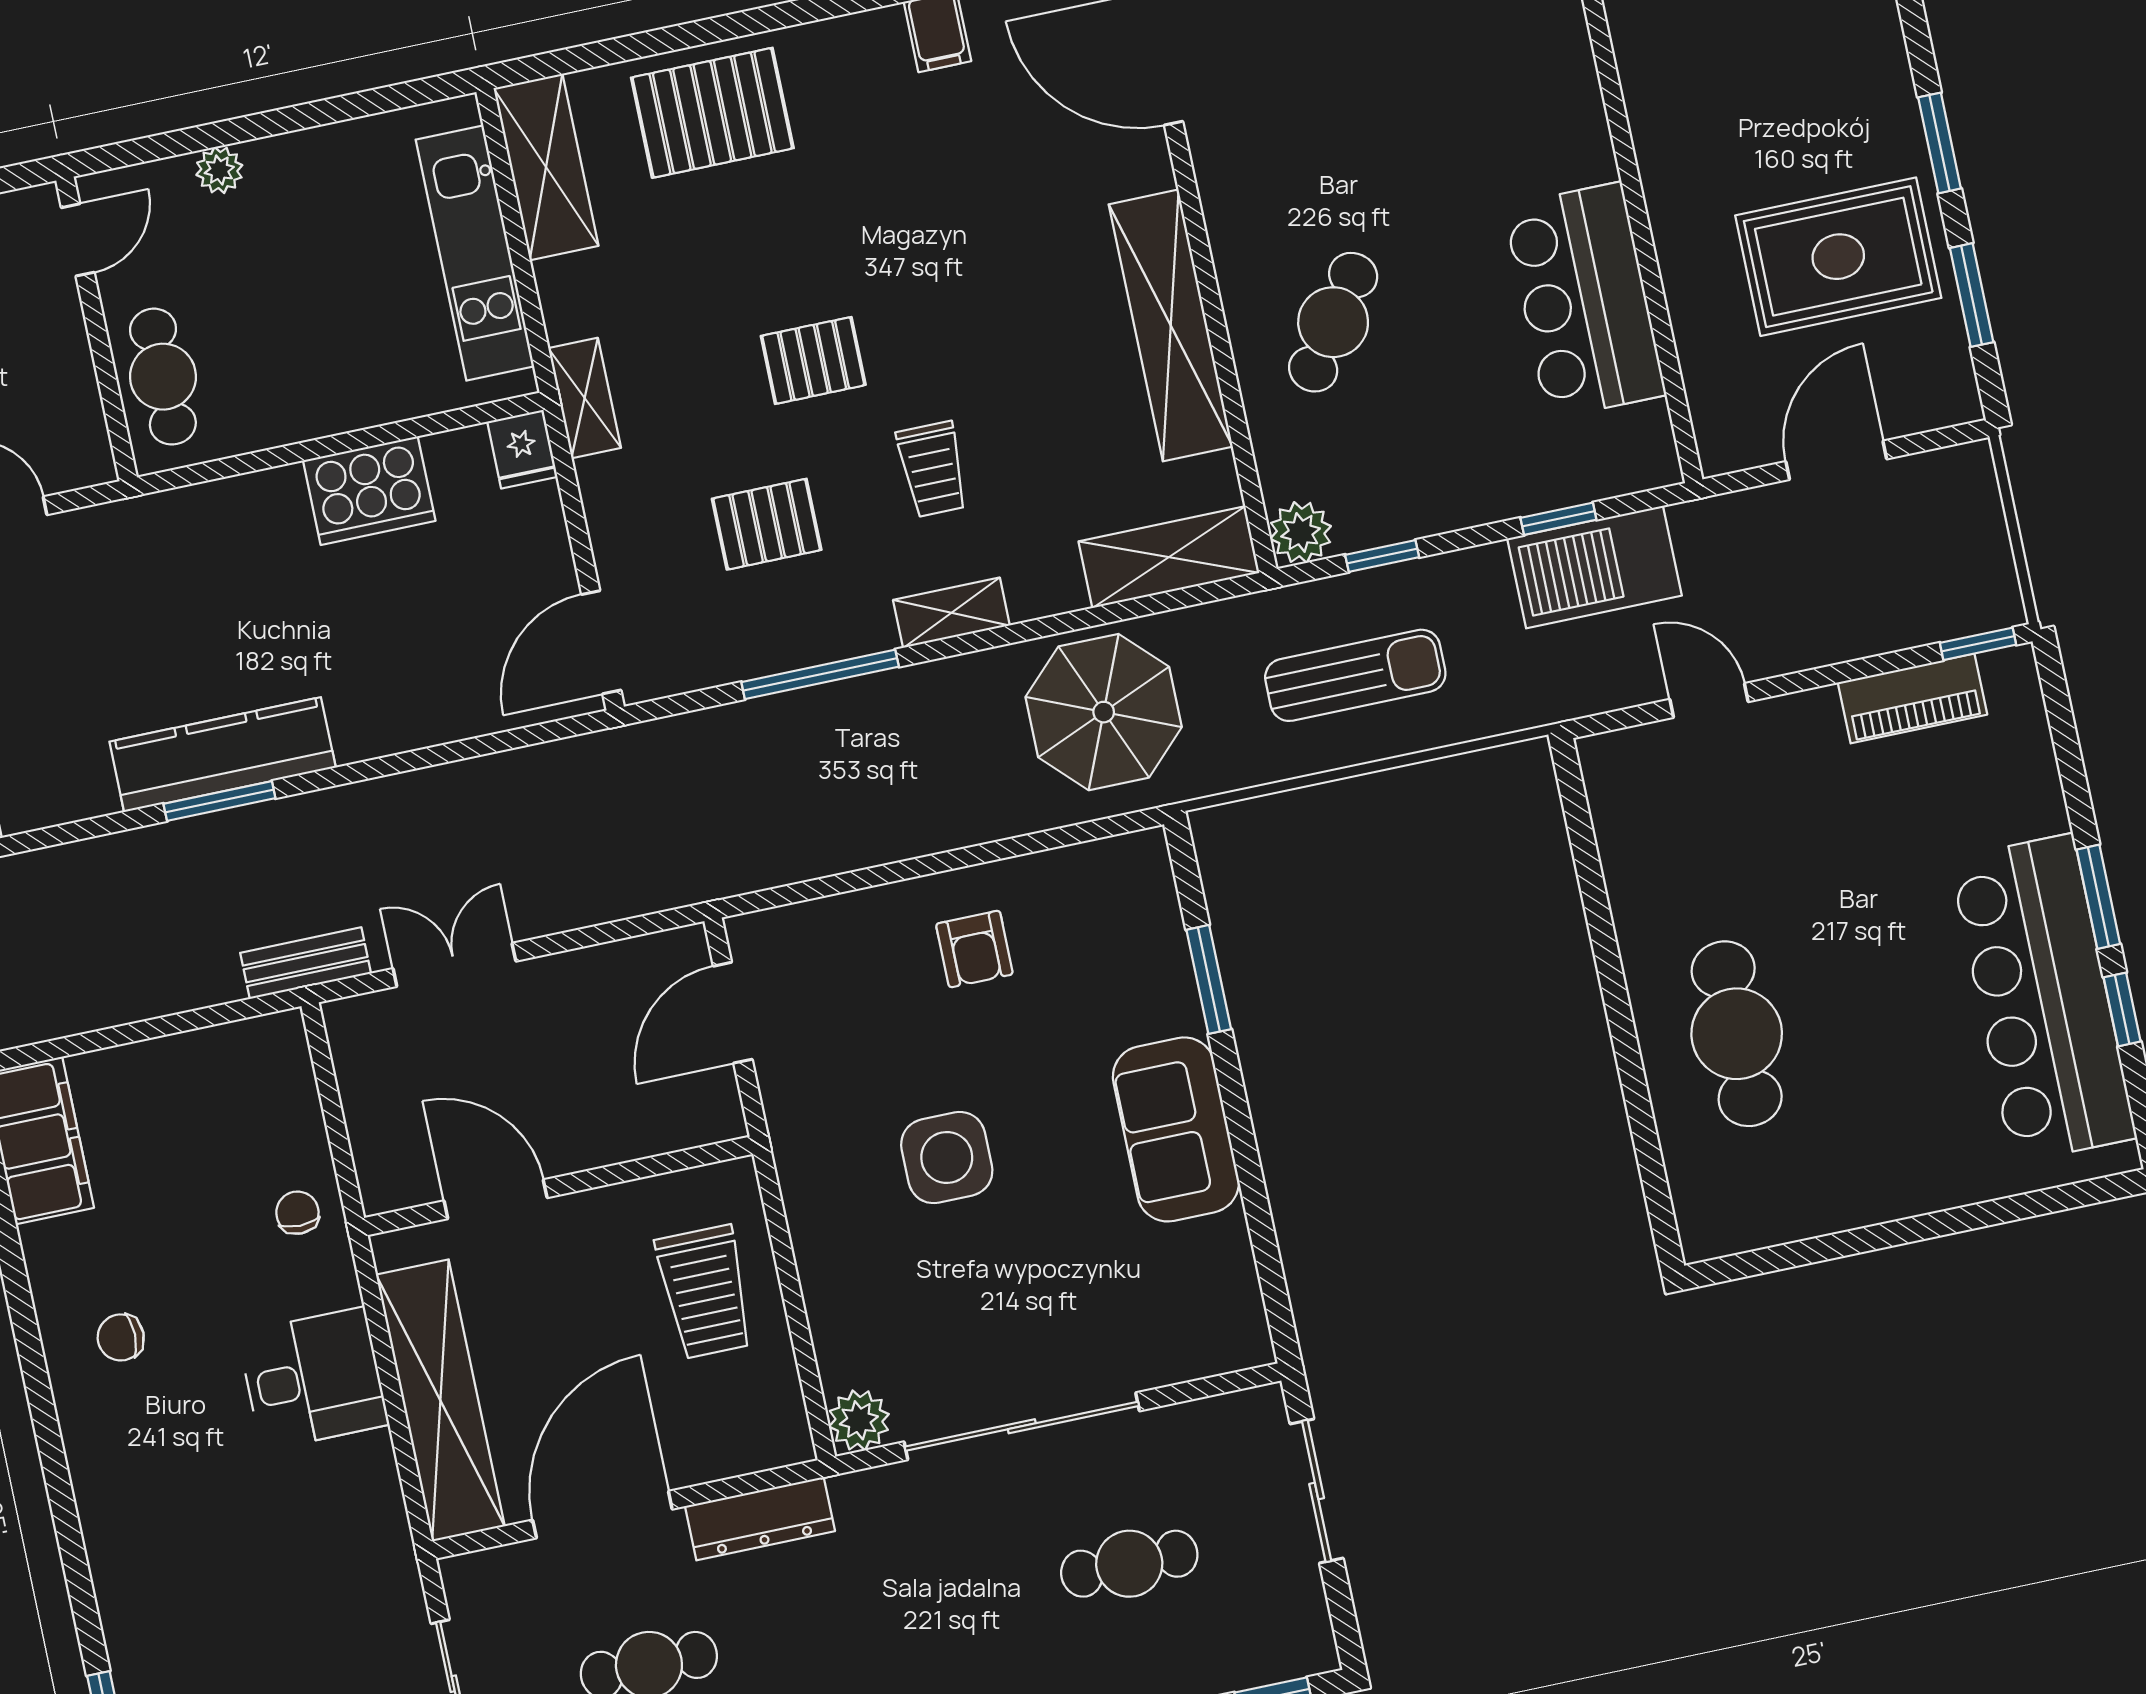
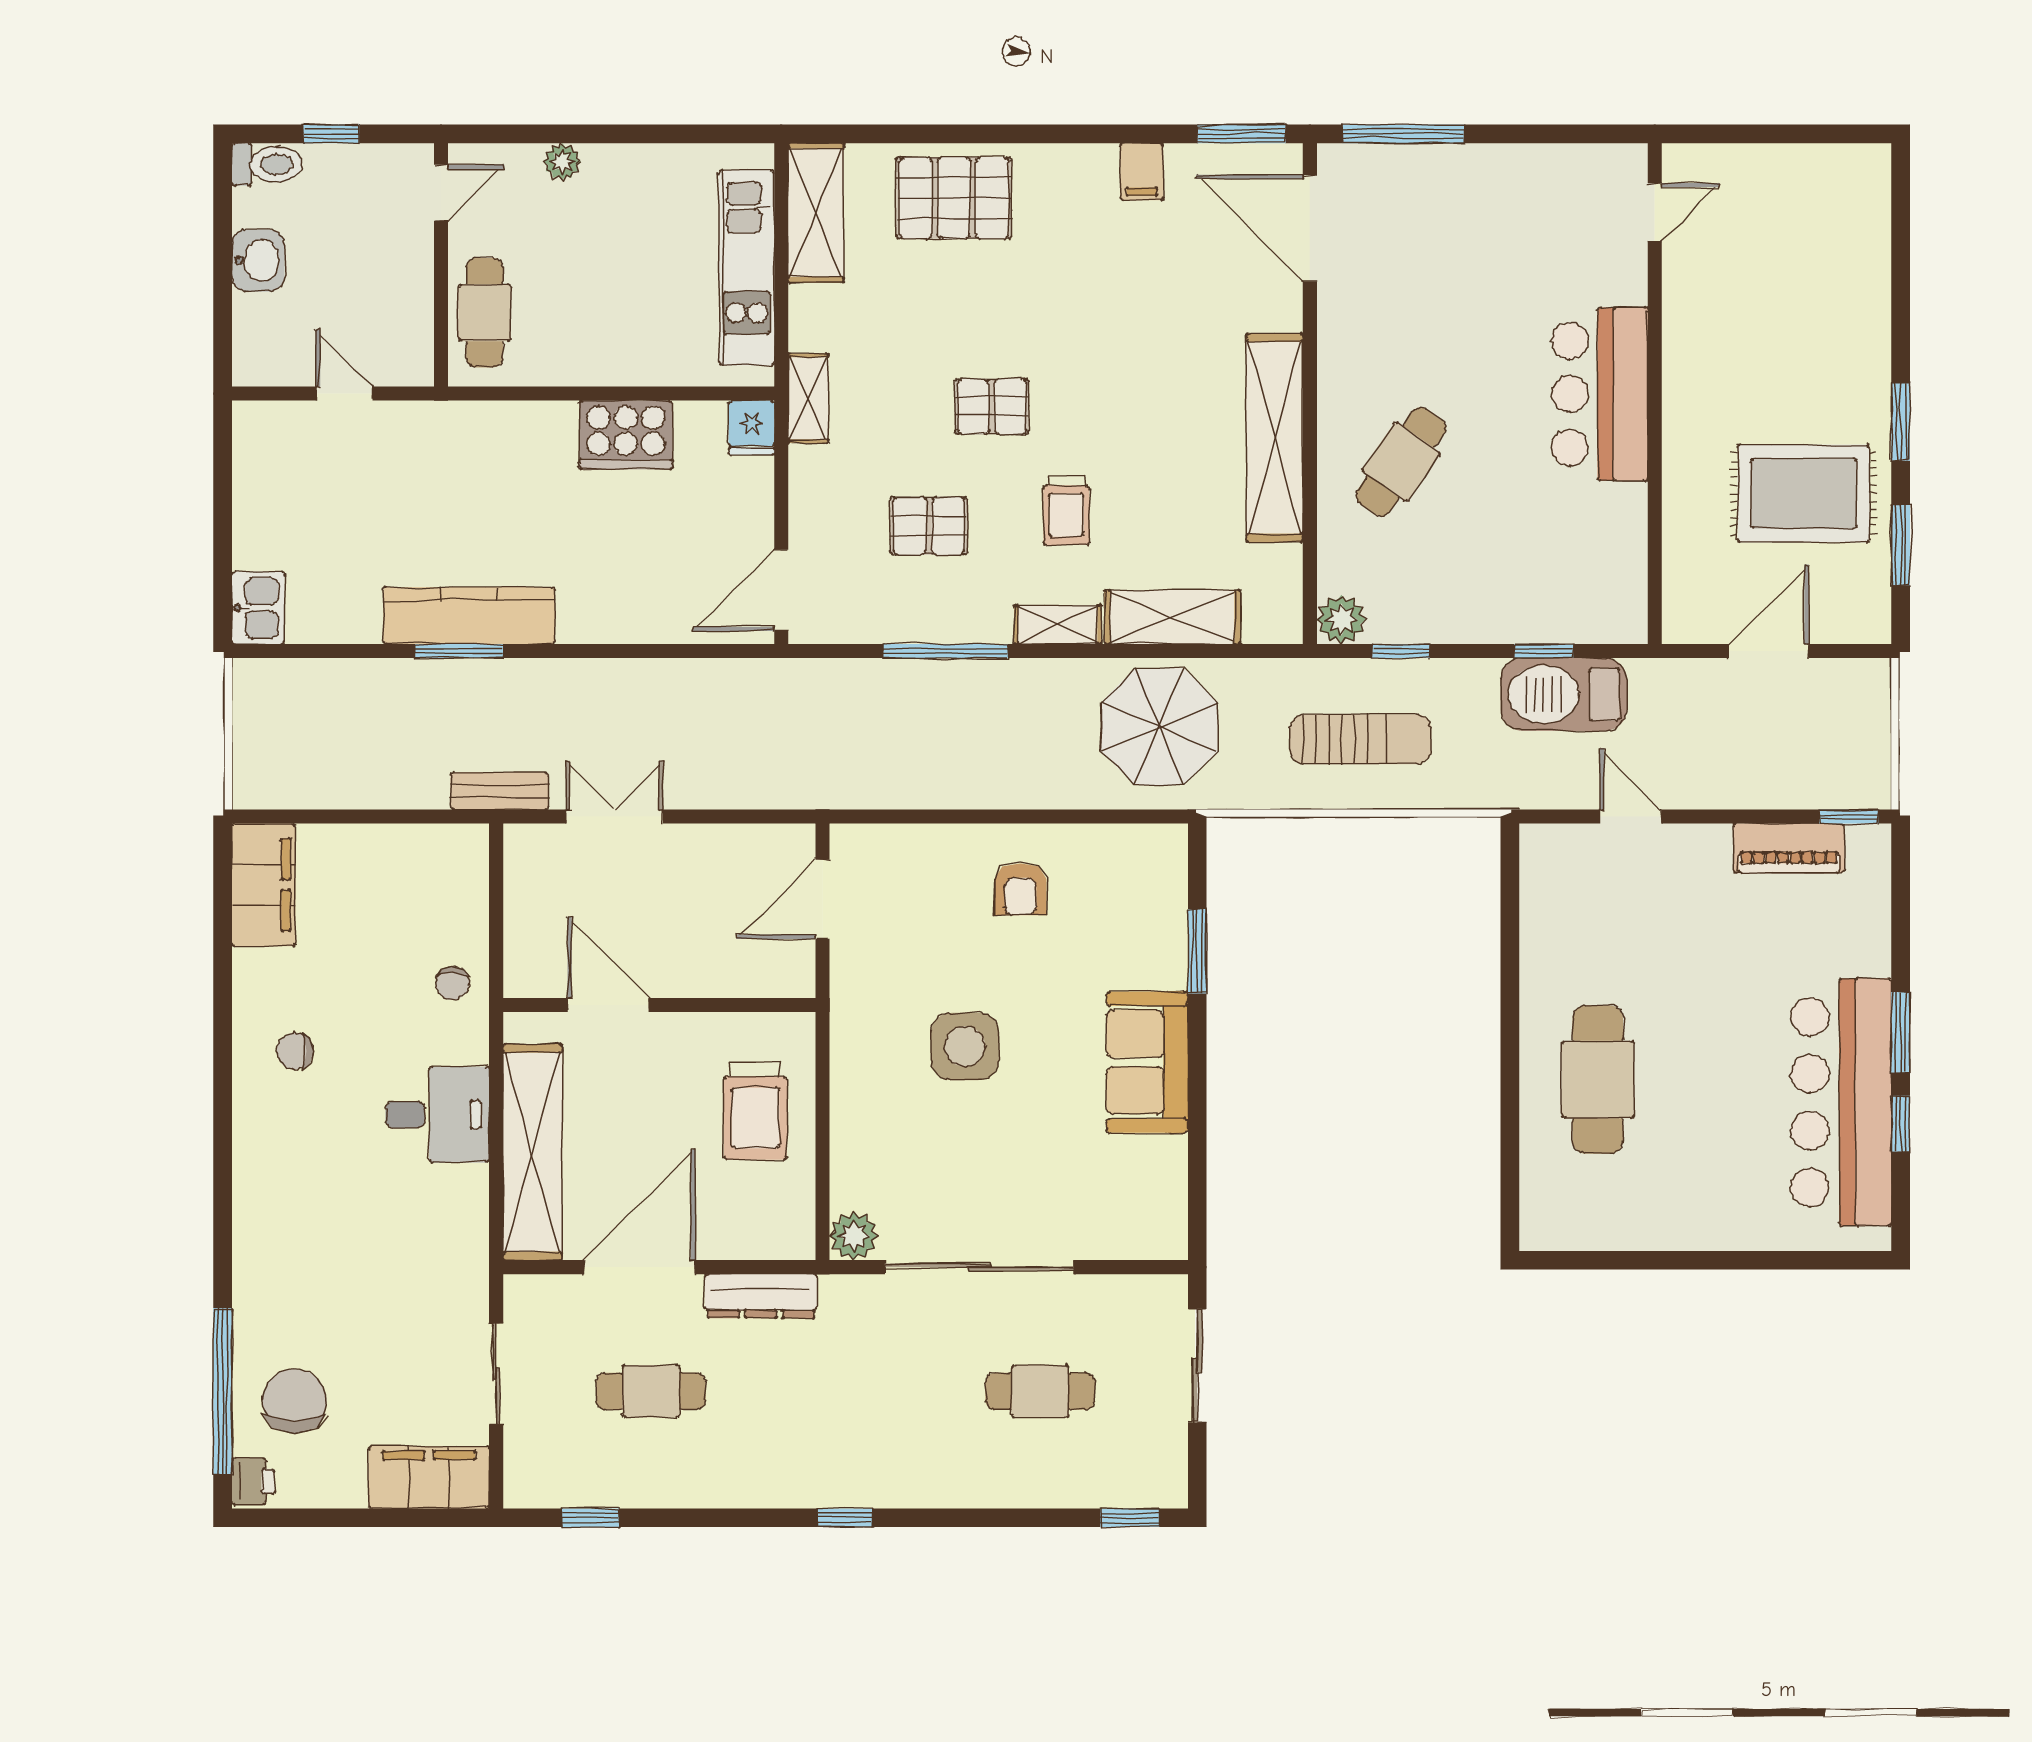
bar counter: (1585, 301) -> (1600, 394), moved
shelving: (1169, 557) -> (1172, 617), moved
chair: (297, 1213) -> (452, 983), turned 180

